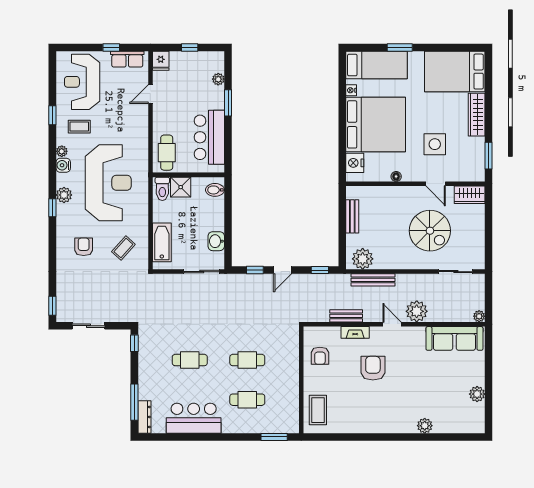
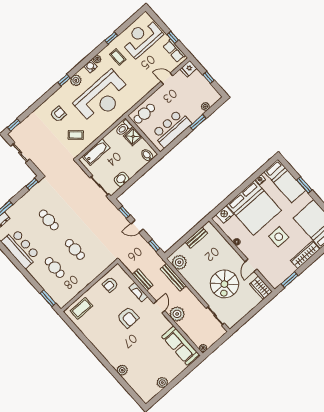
side table: (435, 144) -> (279, 237), moved
armchair: (373, 368) -> (128, 317), turned 90

